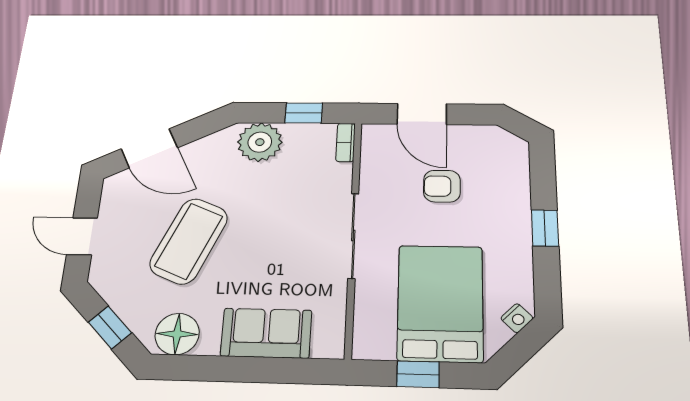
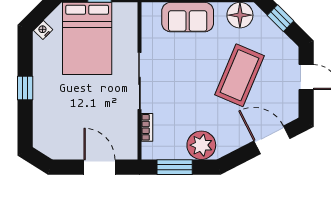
window: (304, 113) -> (175, 167), width x1.50
bookcase: (346, 142) -> (147, 127), moved
armchair: (442, 186) -> (87, 115), removed

